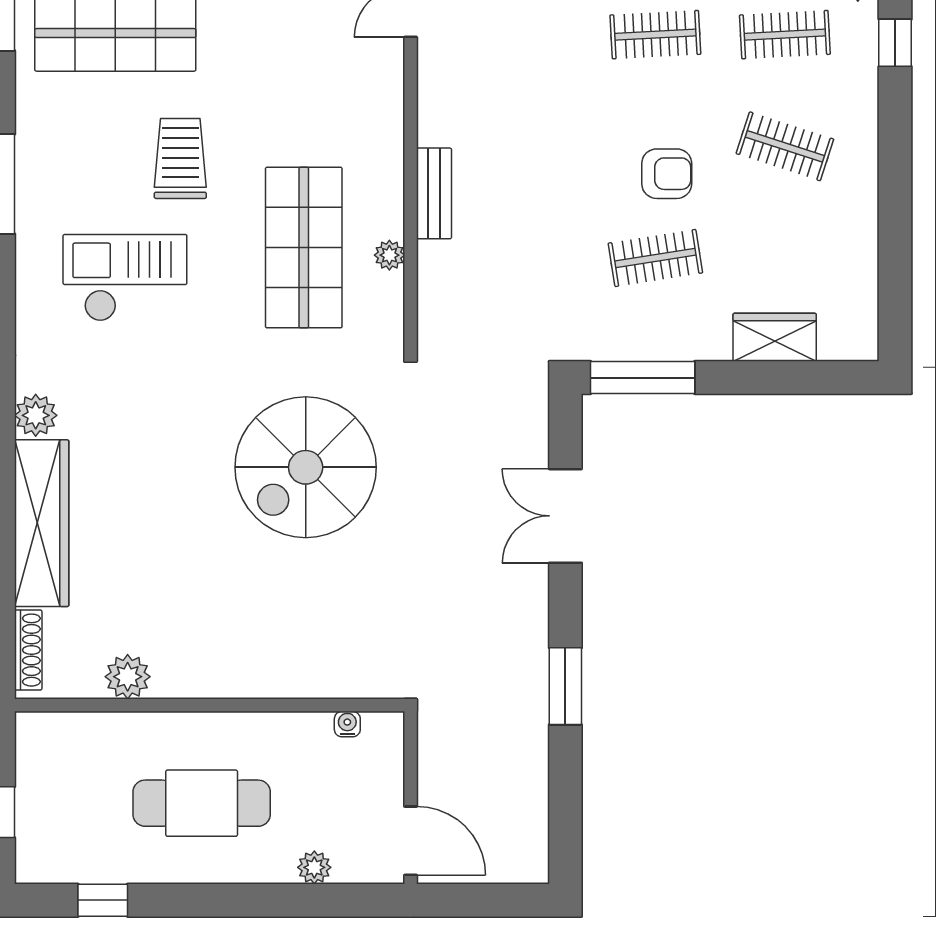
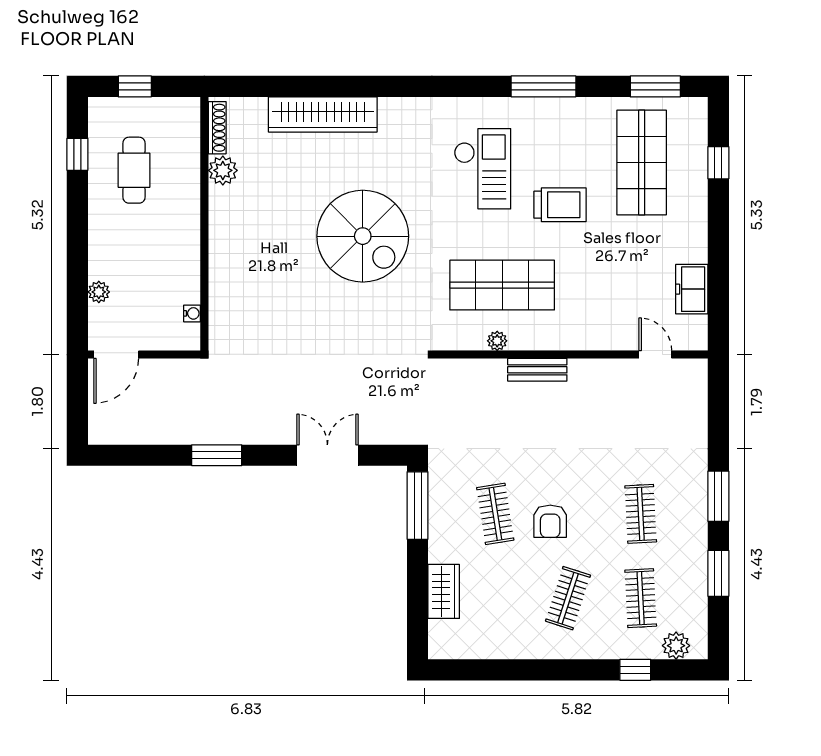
plant: (36, 415) -> (393, 111), removed
spiral stairs: (306, 467) -> (363, 236), moved, turned 180
shoe rack: (28, 650) -> (217, 128), moved, turned -90
cafe table: (202, 803) -> (134, 170), moved, width x0.73, depth x0.74

